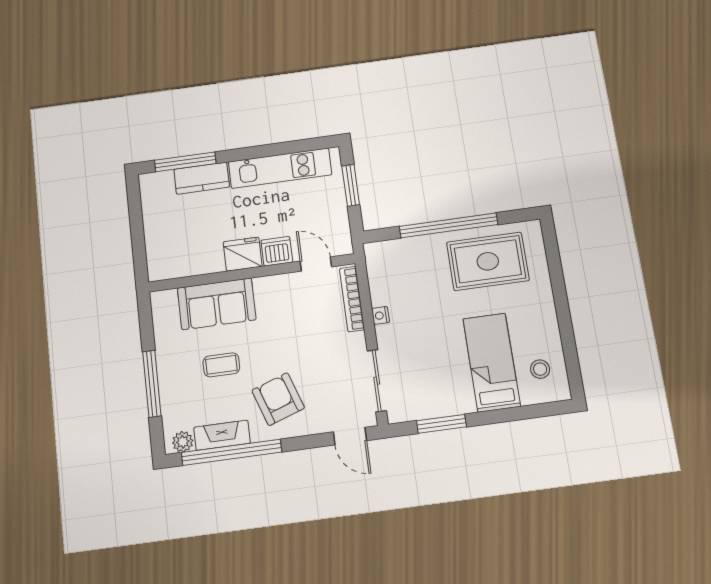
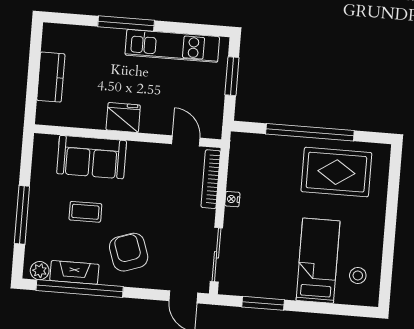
window: (185, 162) -> (126, 24), moved
kitchen counter: (202, 178) -> (51, 77), moved, turned -90
dishwasher: (277, 251) -> (154, 122), removed

